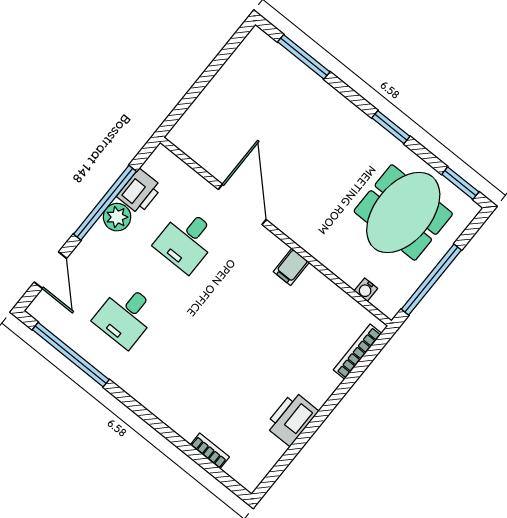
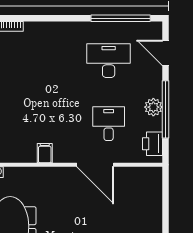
printer: (139, 192) -> (152, 144), moved
desk: (126, 316) -> (109, 61), width x1.37

